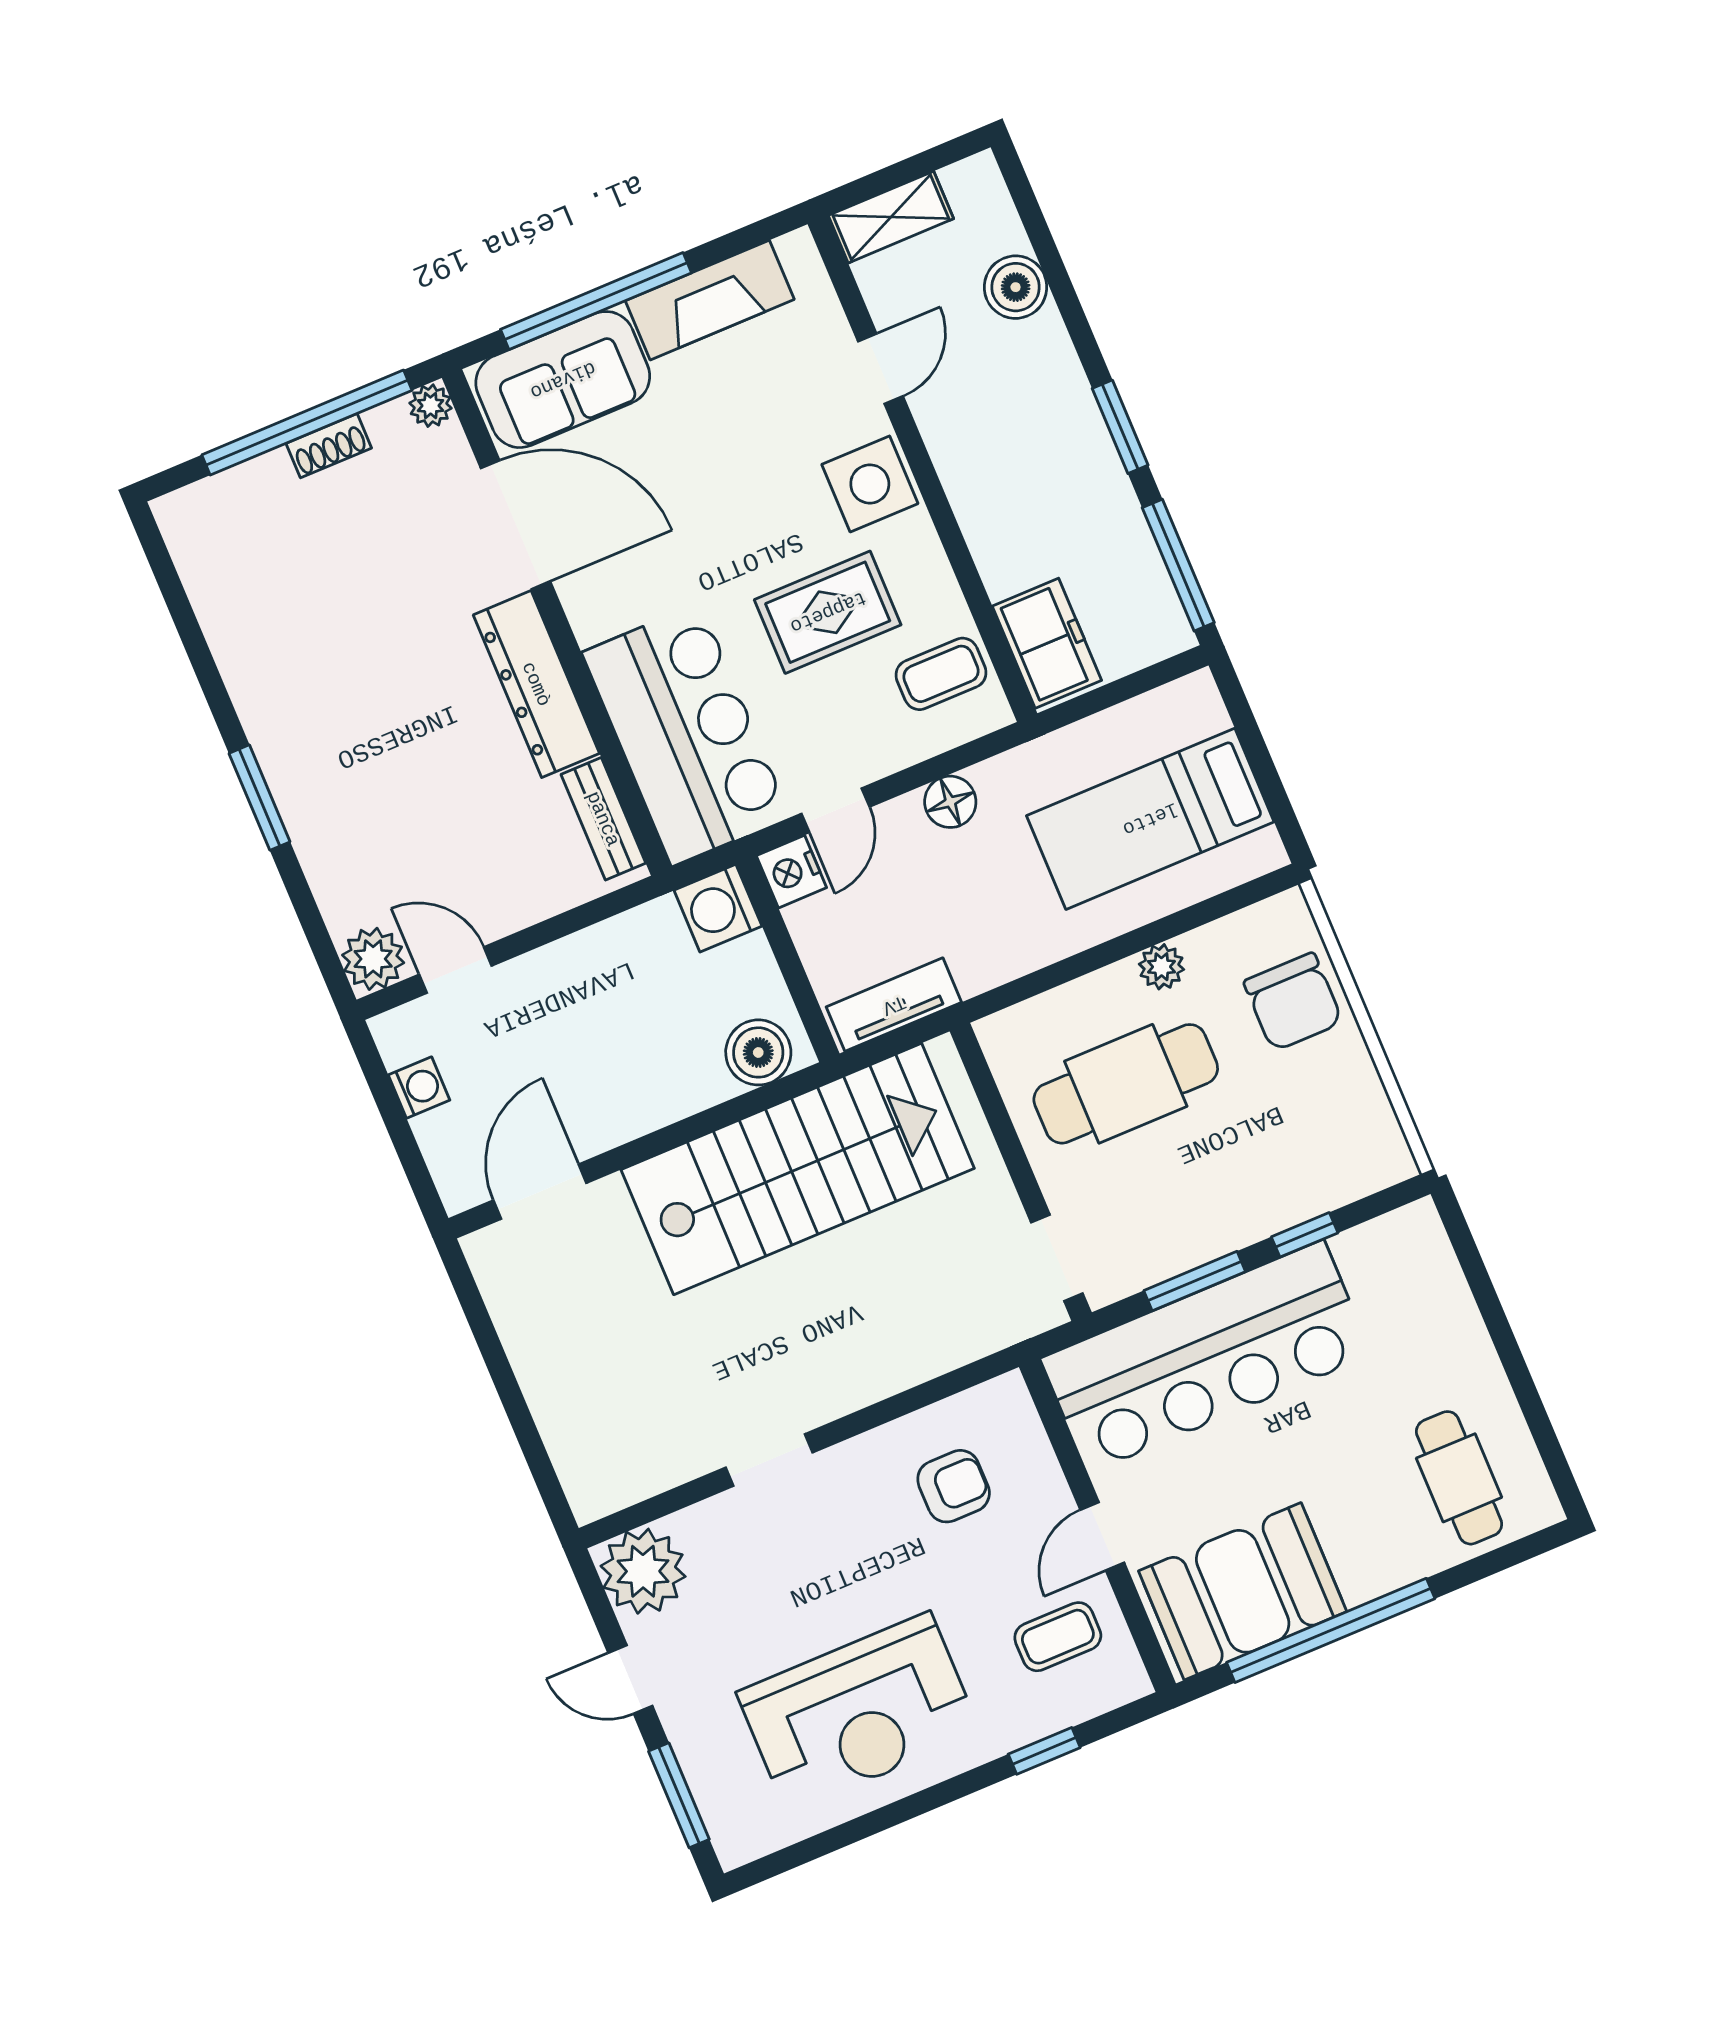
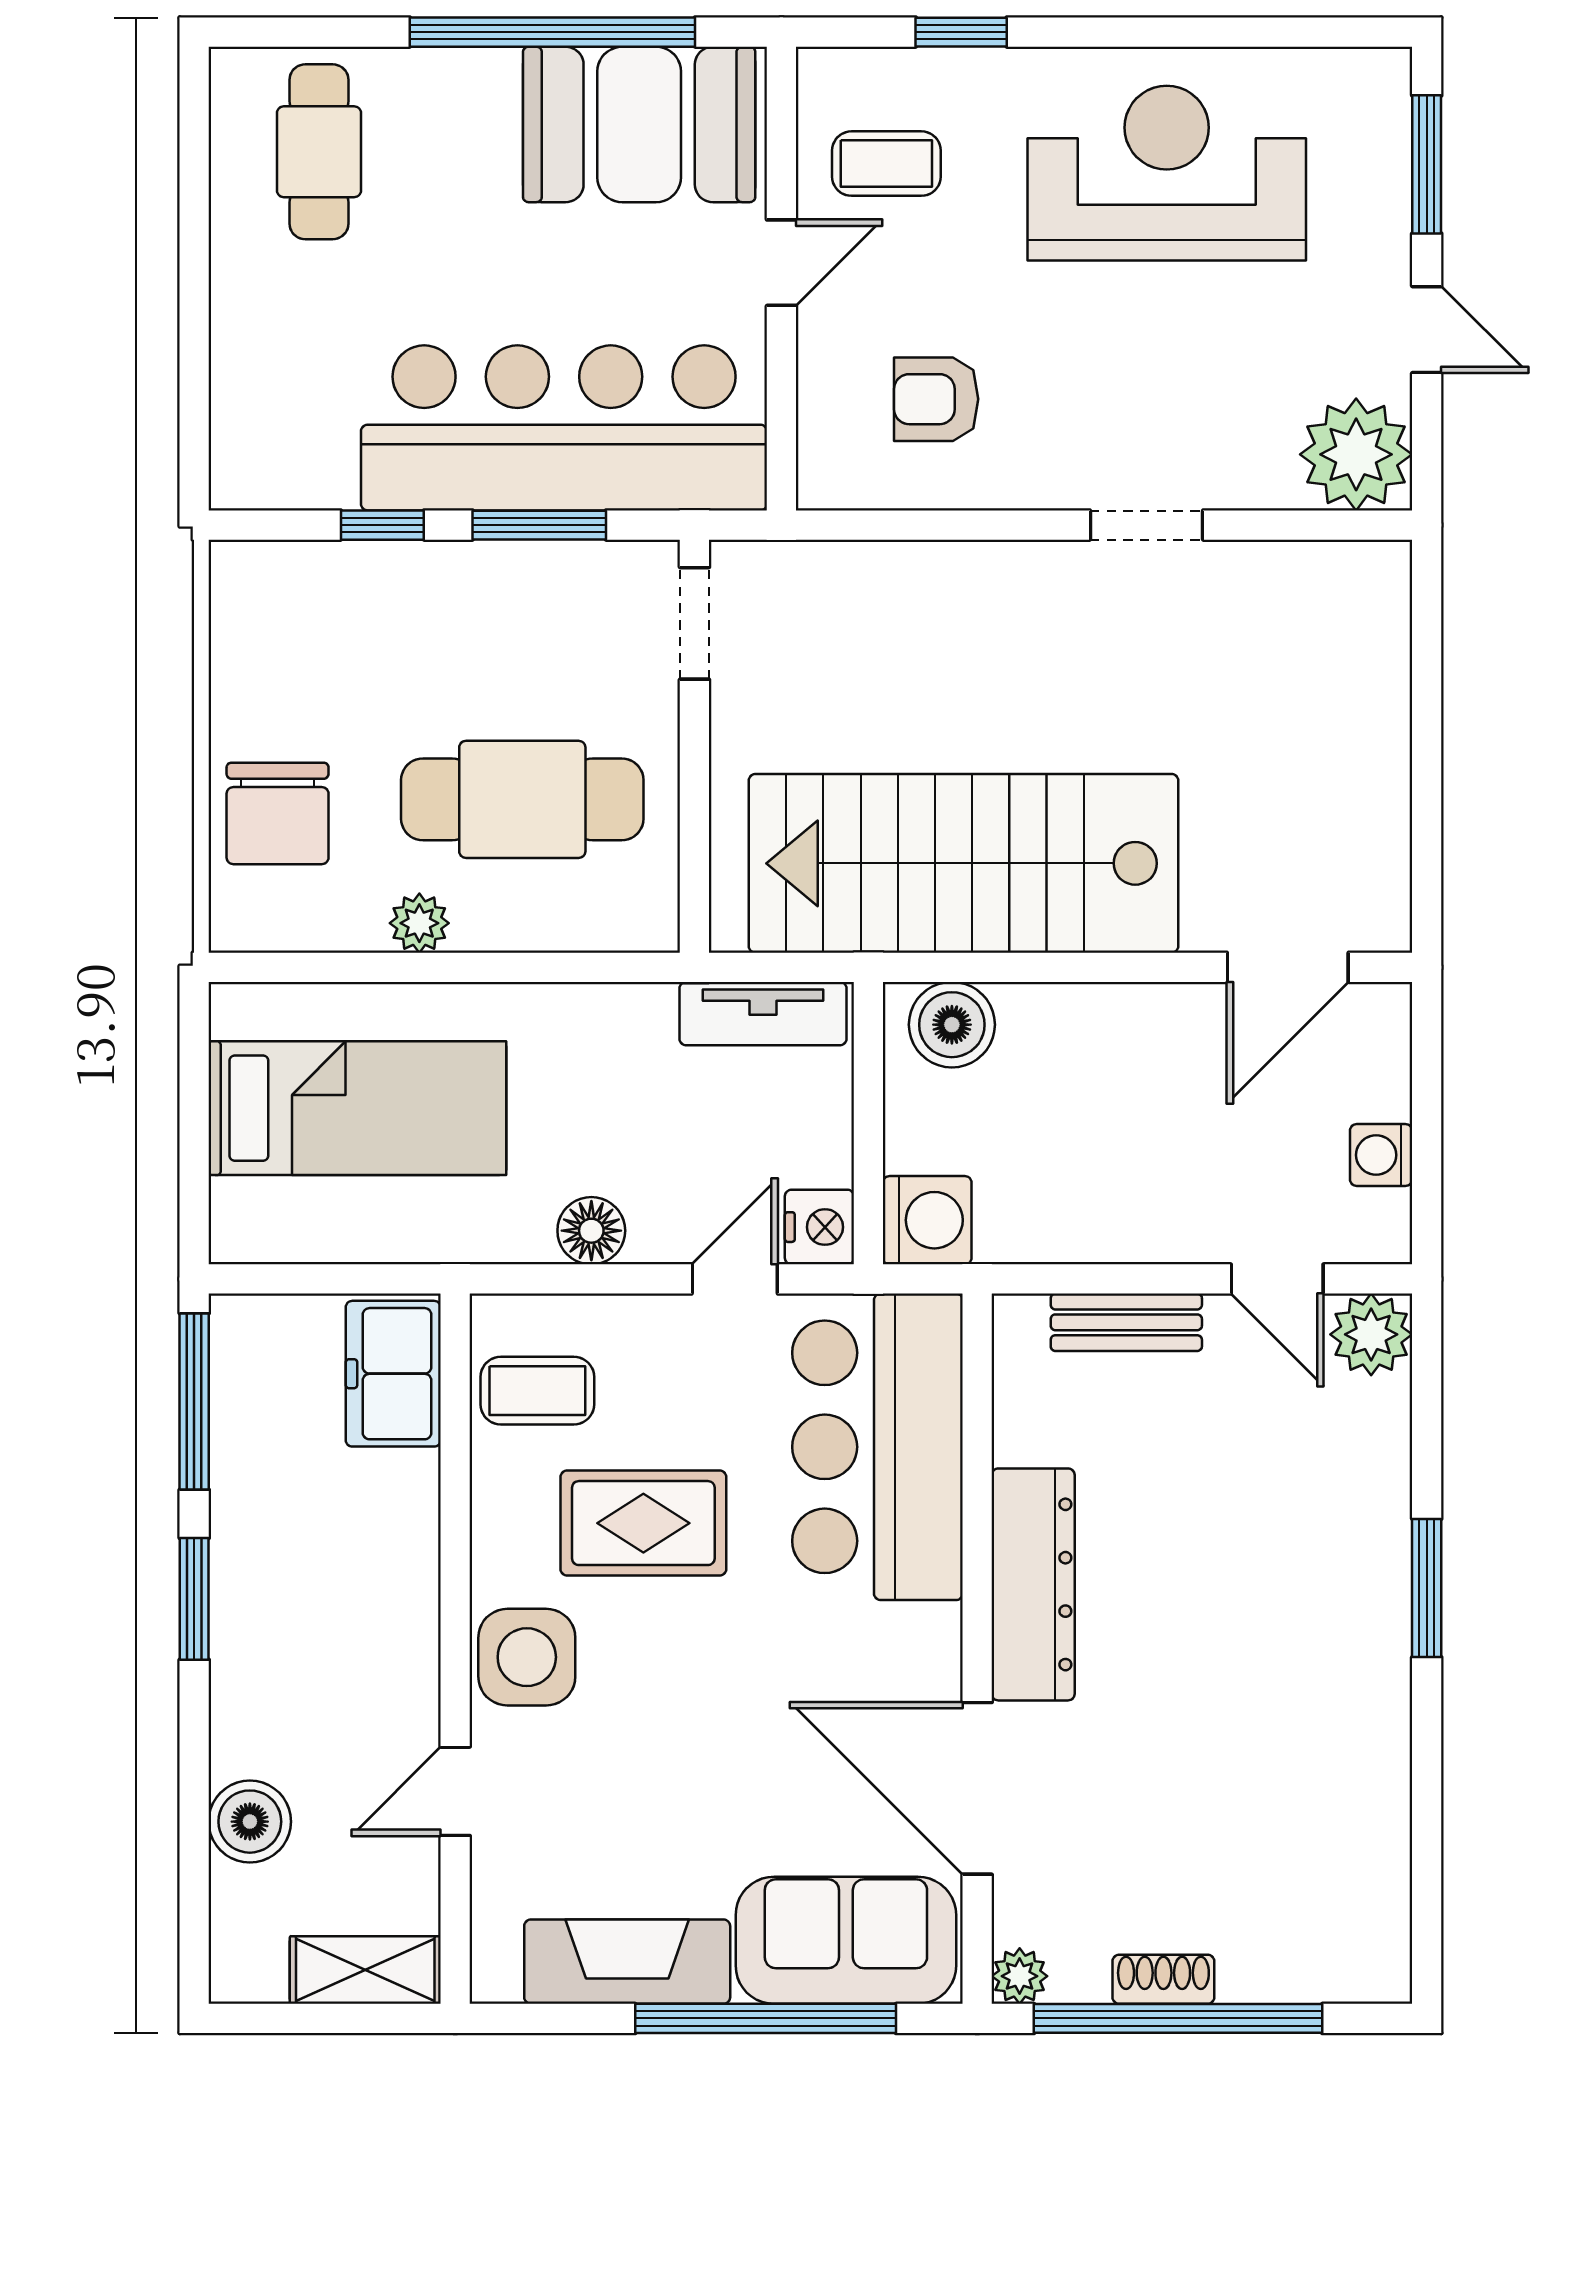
bench: (603, 819) -> (1126, 1322), moved, turned 90
chair: (1293, 1002) -> (278, 813), turned 180

